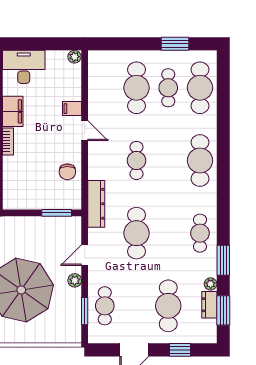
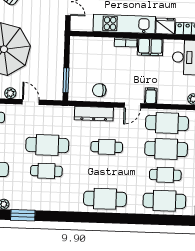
cafe table: (105, 88) -> (167, 123), added
dresser: (96, 204) -> (94, 114), moved
cafe table: (200, 233) -> (46, 171), moved

